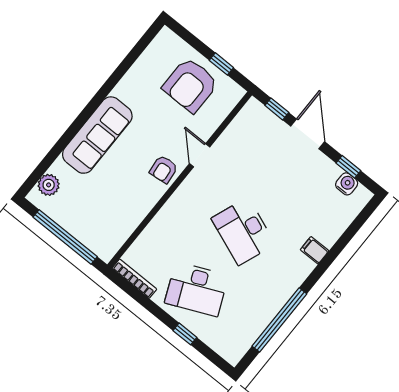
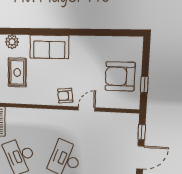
sofa: (97, 135) -> (49, 47), width x0.73
rug: (90, 208) -> (17, 72), added

